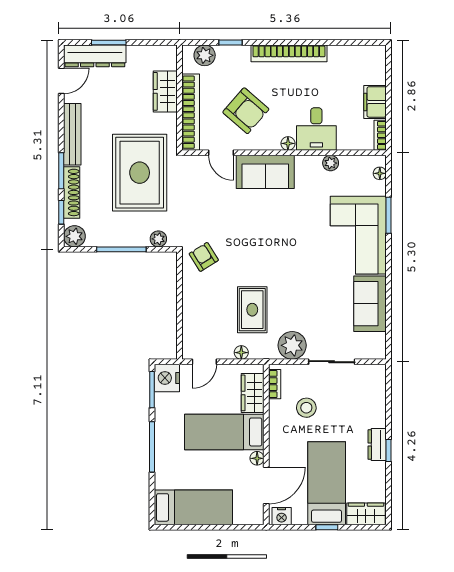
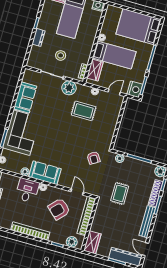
door: (61, 81) -> (145, 249), hinge flipped
wardrobe: (165, 91) -> (92, 242), moved
armchair: (246, 111) -> (59, 209), turned -88
sofa: (265, 172) -> (45, 173), moved
rug: (140, 173) -> (120, 193), width x0.54, depth x0.49
armchair: (204, 257) -> (94, 158), moved
rug: (252, 310) -> (84, 111), turned 90
stool: (306, 408) -> (61, 55), moved
dresser: (377, 445) -> (38, 37), moved
door: (266, 485) -> (101, 23), removed
bed: (193, 507) -> (139, 27), width x1.50

